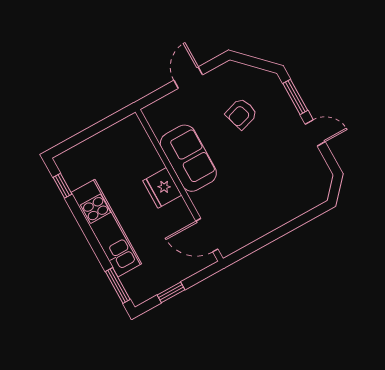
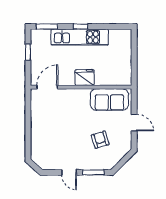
door: (315, 133) -> (69, 172), hinge flipped
sofa: (188, 158) -> (109, 100), moved
window: (62, 186) -> (81, 27), moved

